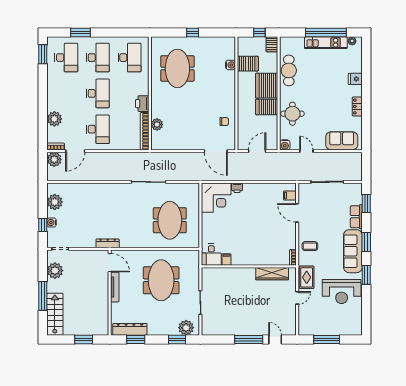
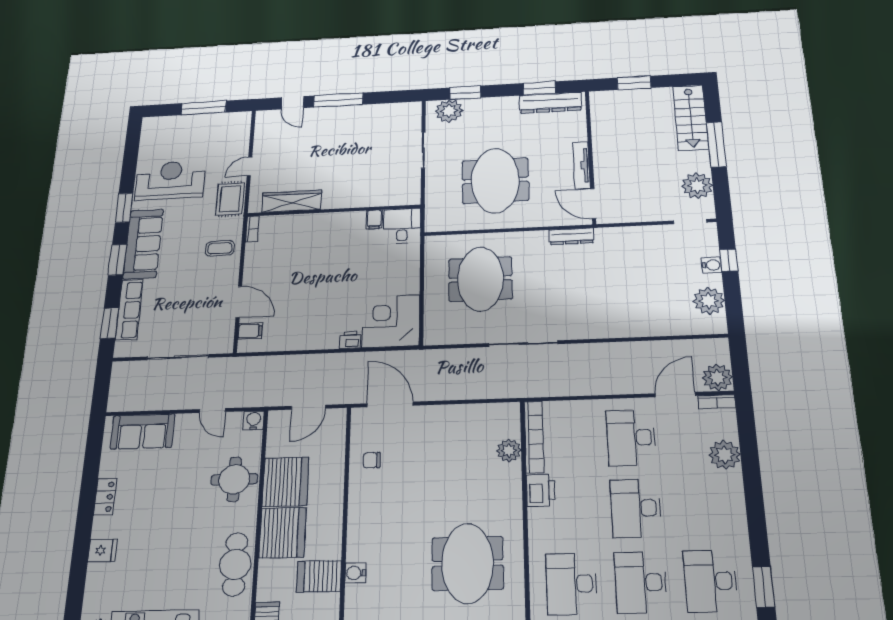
server rack: (267, 107) -> (286, 482), width x1.60
row of seats: (356, 217) -> (129, 310), width x1.48
dresser: (108, 243) -> (572, 236), moved

